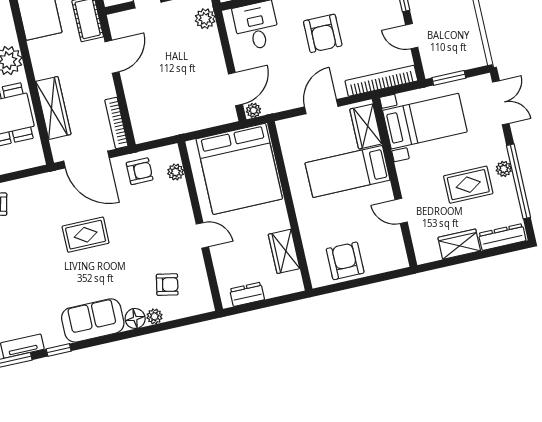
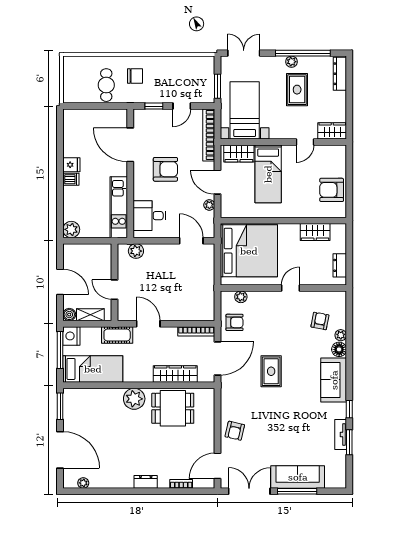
plant: (253, 110) -> (209, 205), moved
armchair: (140, 171) -> (235, 322), turned 90
wardrobe: (459, 244) -> (332, 131), moved, turned 90

